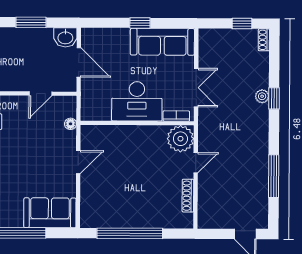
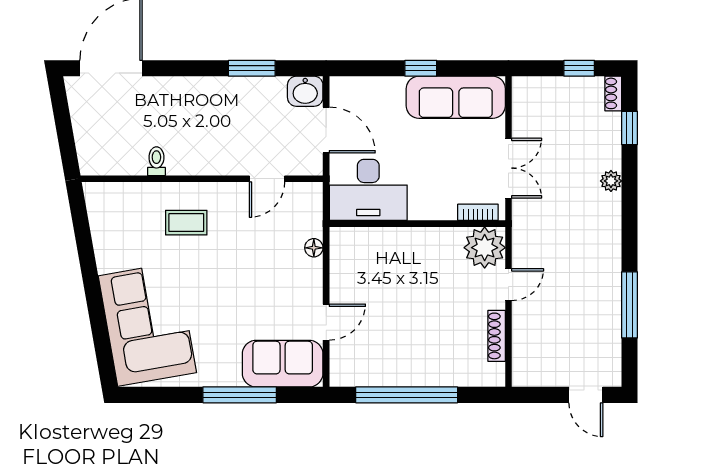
window: (274, 98) -> (630, 128), moved
desk: (137, 101) -> (368, 190), moved
floor lamp: (70, 124) -> (314, 248), moved
door: (78, 162) -> (326, 322), moved

